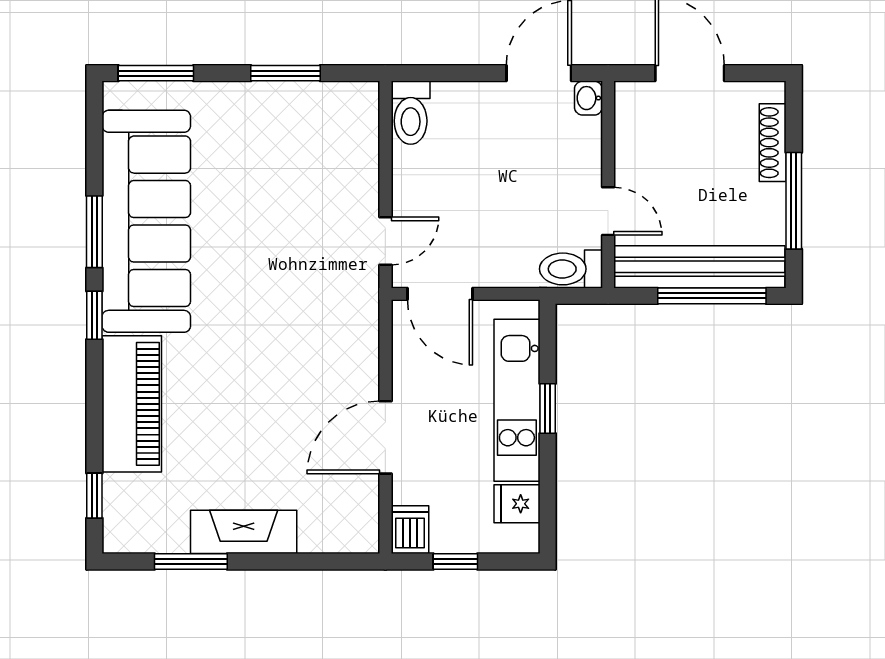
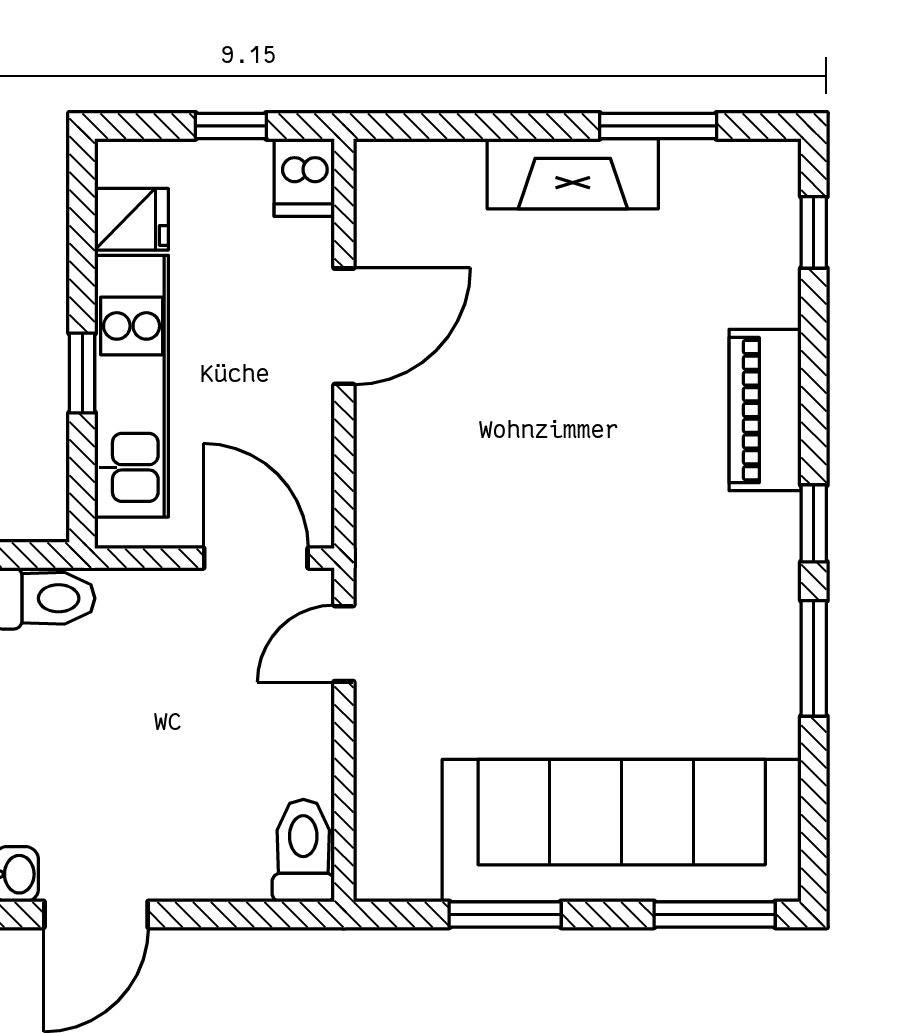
sofa: (146, 221) -> (622, 831), moved, turned 90
piano: (132, 404) -> (765, 410), width x0.73, depth x0.75

